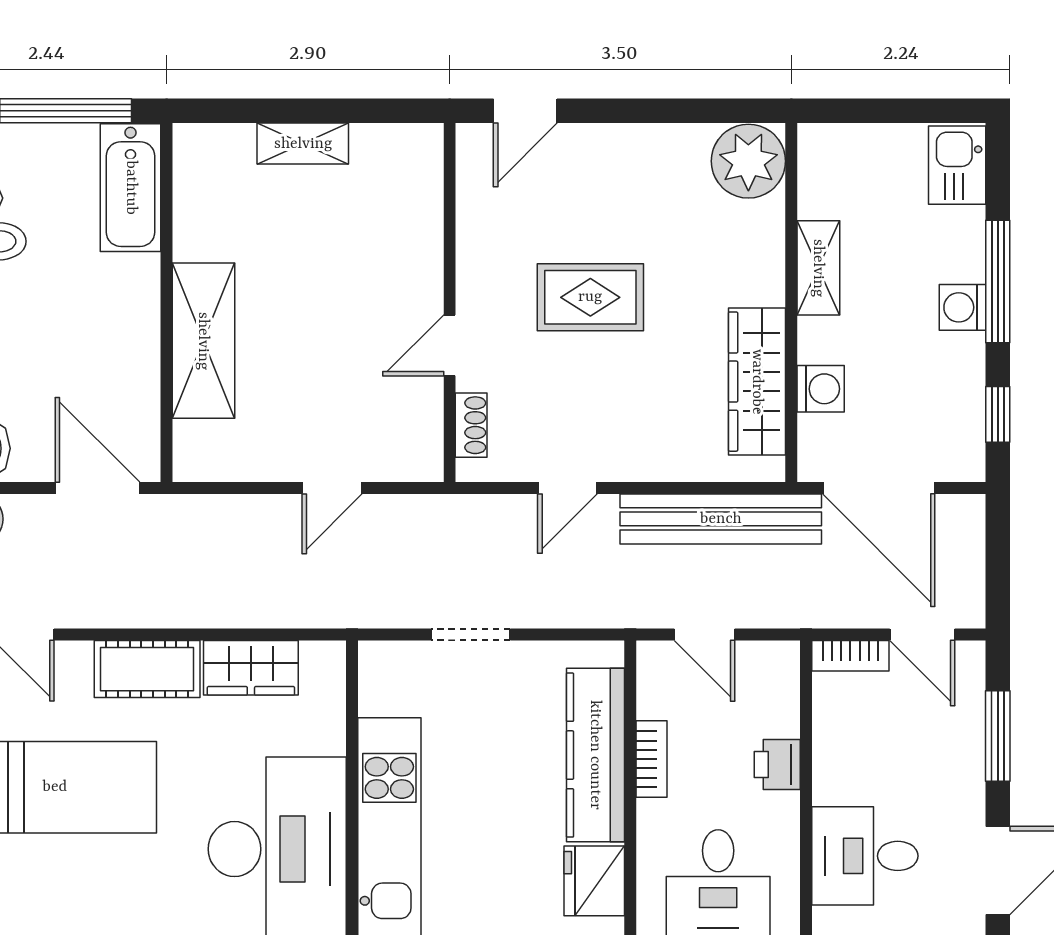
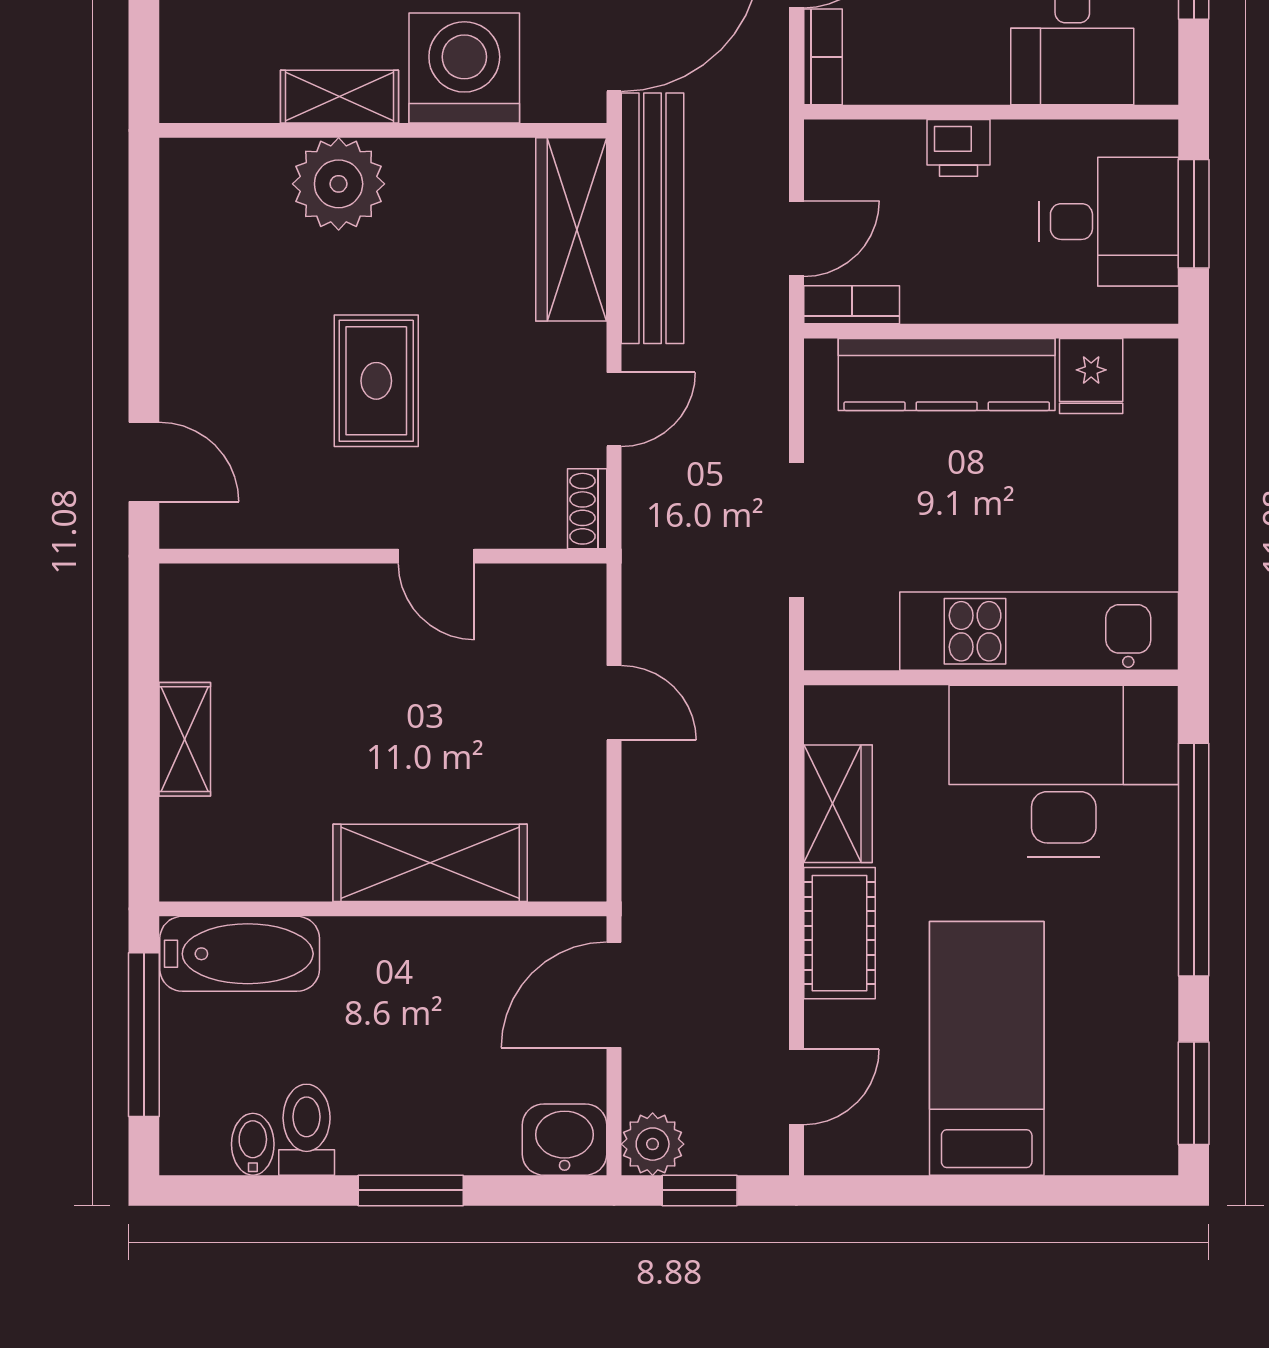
plant: (748, 161) -> (339, 184), moved
wardrobe: (757, 382) -> (571, 229), moved, turned 90
washing machine: (821, 389) -> (464, 68), width x1.89, depth x1.89
shoe rack: (471, 425) -> (587, 509), moved, turned -90
door: (567, 488) -> (614, 409), hinge flipped
doorway: (471, 635) -> (796, 530), width x1.38
bookcase: (651, 759) -> (852, 305), moved
fridge: (594, 881) -> (1091, 376), width x0.72

